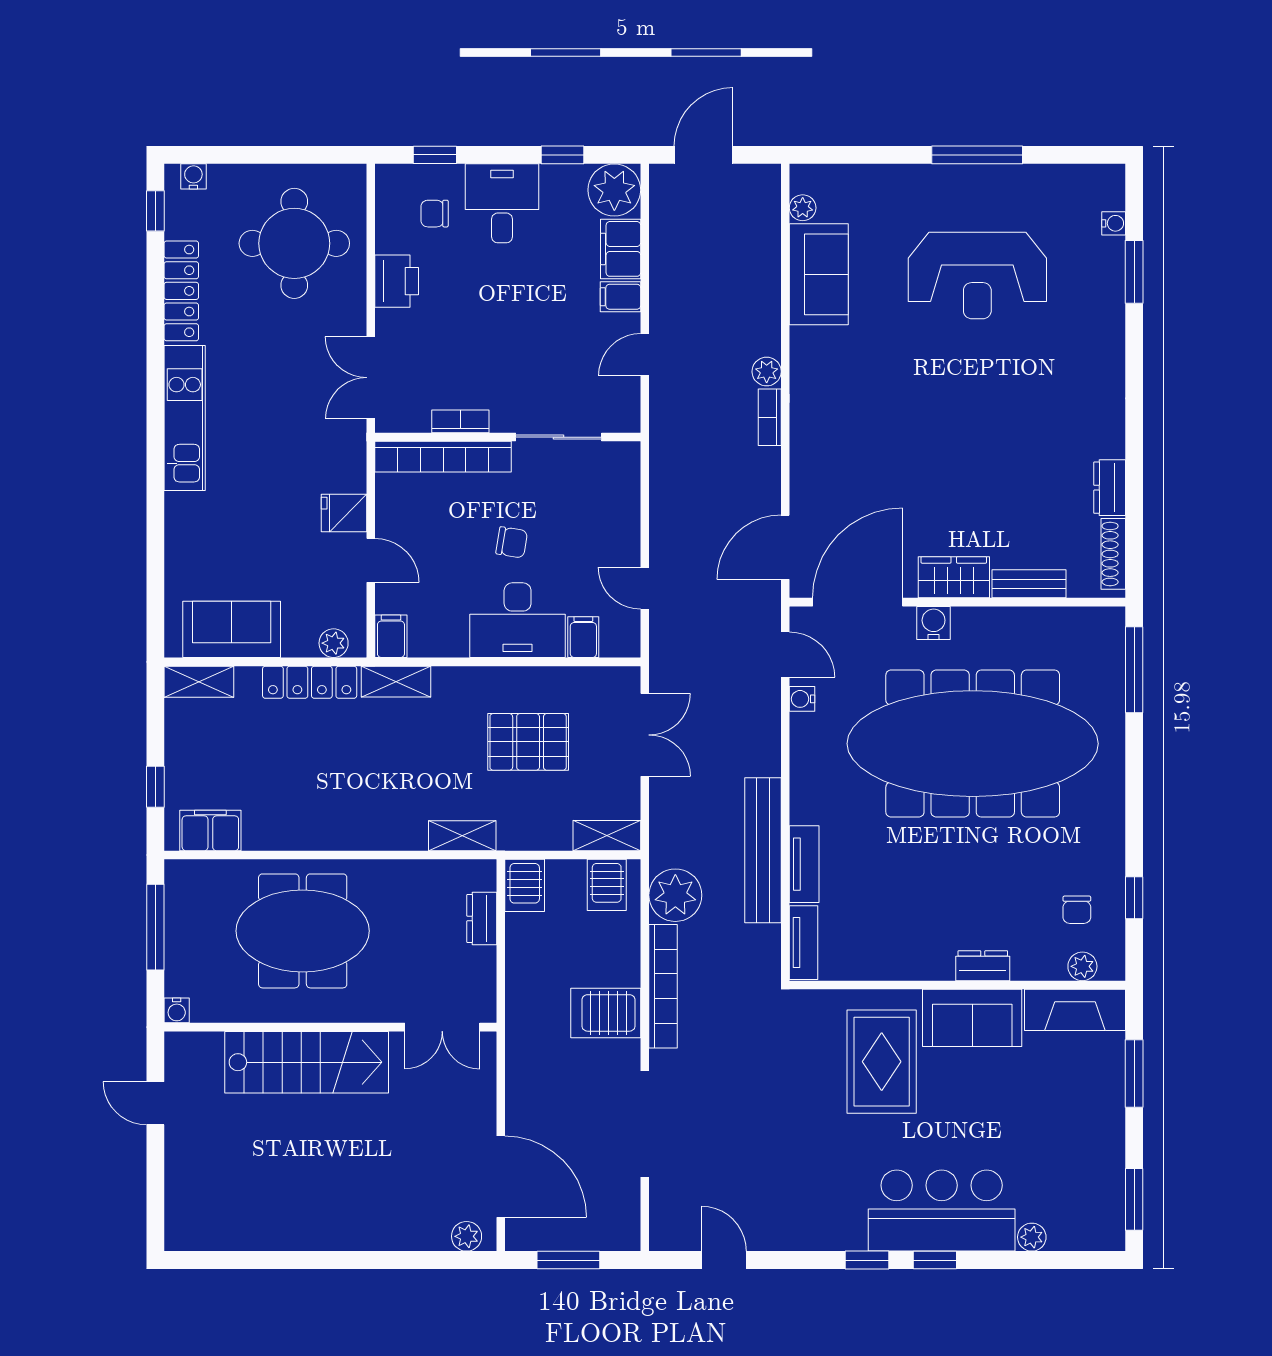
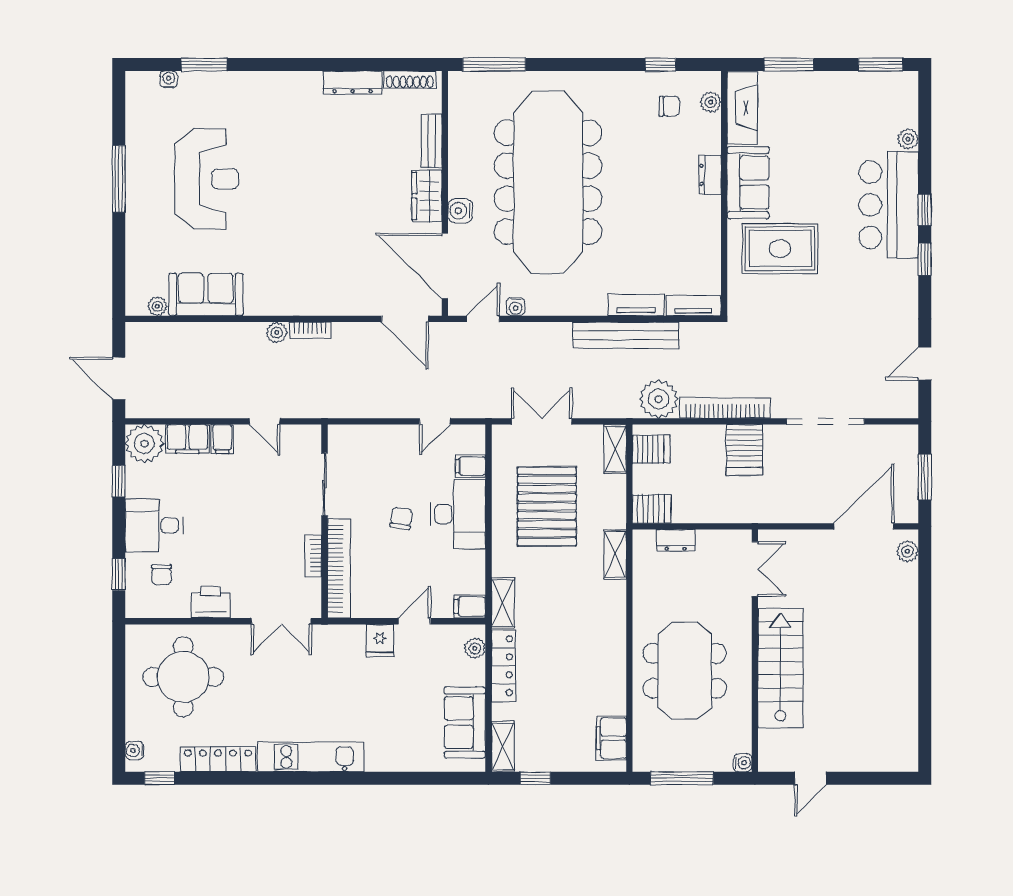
dresser: (1110, 488) -> (353, 82), width x1.44
pallet: (528, 742) -> (547, 506), width x1.37, depth x1.41
window: (155, 787) -> (535, 778), moved

